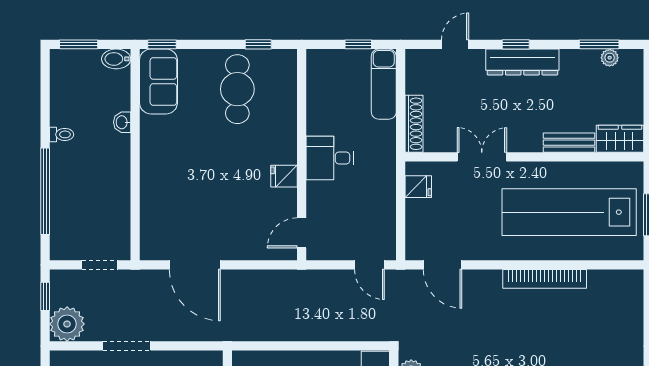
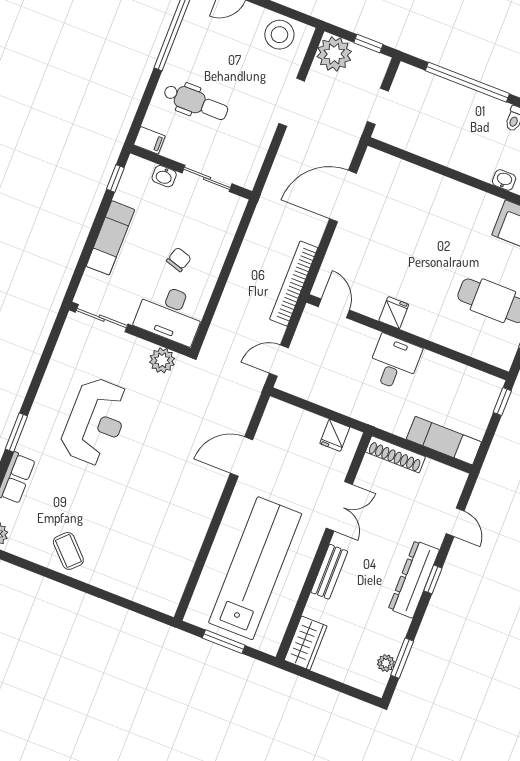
window: (358, 44) -> (502, 402), moved
bench: (569, 143) -> (329, 572), moved
door: (442, 265) -> (241, 457), moved
bookcase: (545, 279) -> (294, 284), moved

